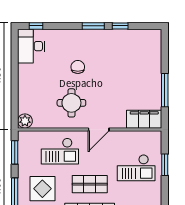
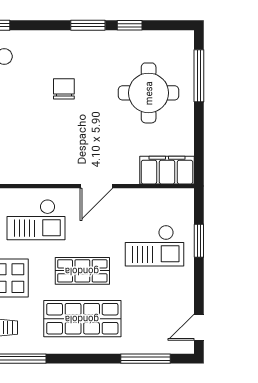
window: (165, 90) -> (199, 76), moved
round table: (71, 103) -> (149, 93), moved, width x1.36, depth x1.36

